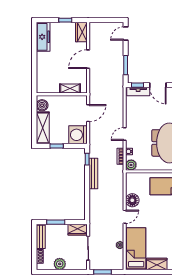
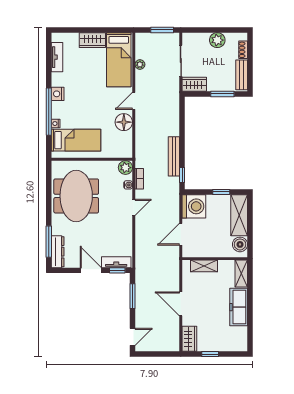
freezer: (43, 37) -> (239, 307), moved
door: (88, 59) -> (181, 304), swing flipped
shelving: (41, 83) -> (241, 274), added

